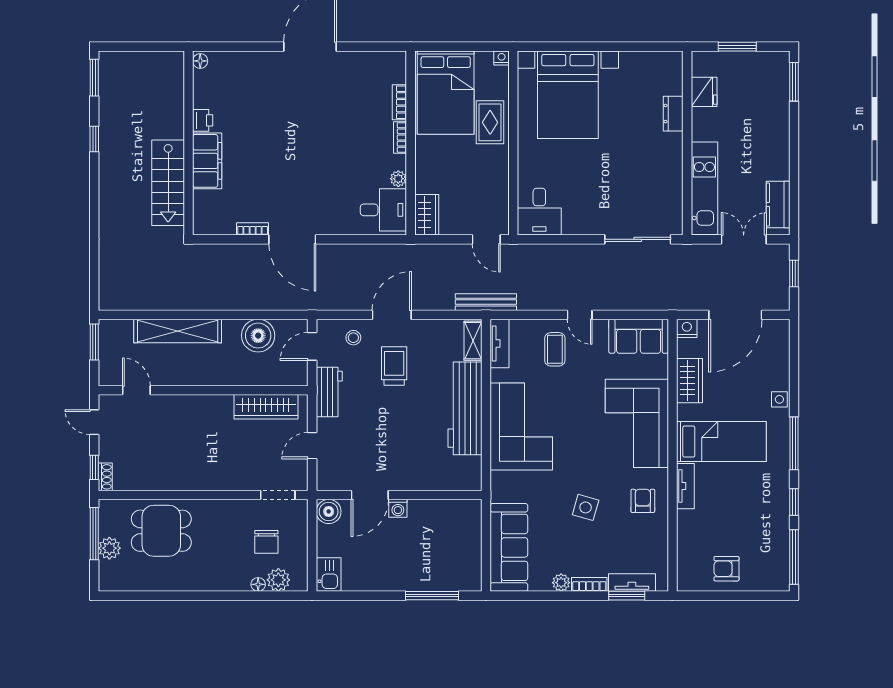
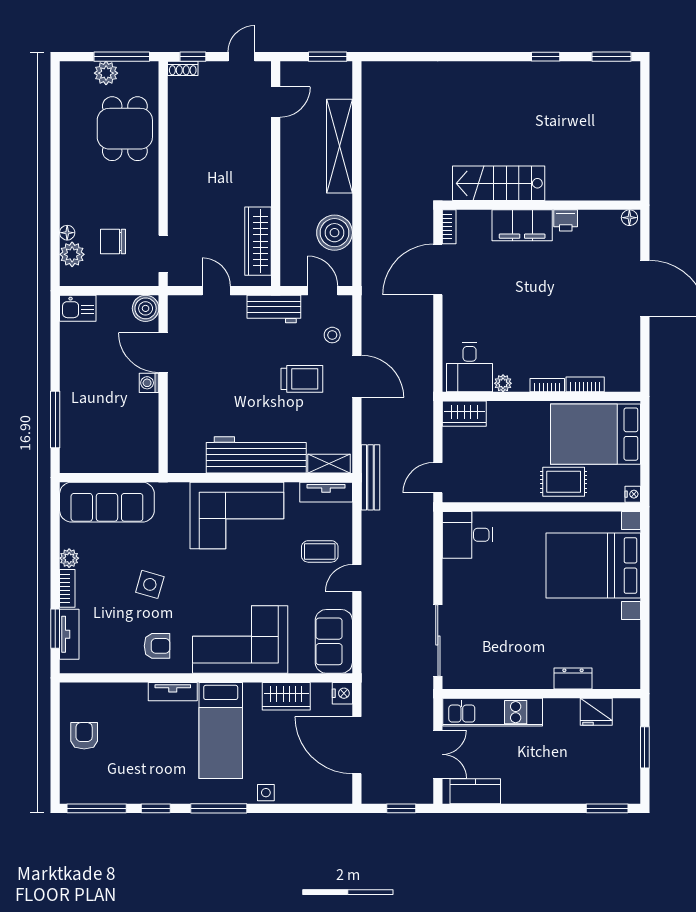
floor lamp: (200, 61) -> (629, 218), moved
printer: (203, 120) -> (566, 220), moved
wall: (189, 143) -> (541, 205), moved
filing cabinet: (207, 161) -> (522, 225), moved
stairs: (168, 183) -> (499, 183), moved

